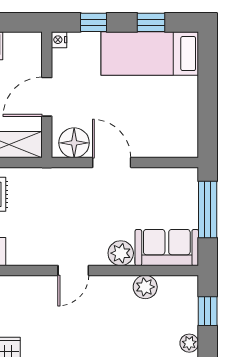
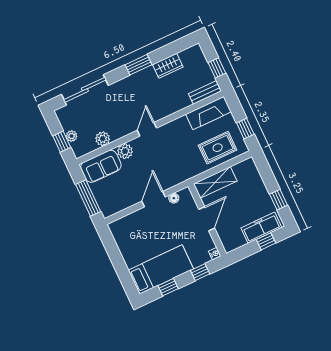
floor lamp: (74, 143) -> (174, 198), width x0.53, depth x0.53
door: (112, 163) -> (154, 199), swing flipped
plant: (189, 343) -> (72, 136), moved

